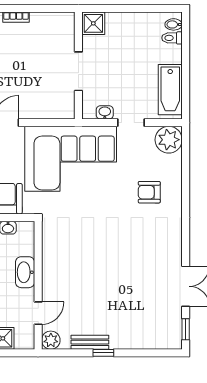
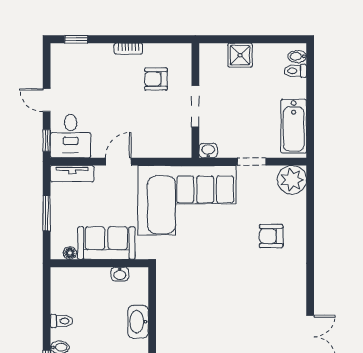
shower: (93, 23) -> (240, 55), moved
armchair: (42, 46) -> (156, 79), added
washbasin: (105, 112) -> (208, 151), moved

